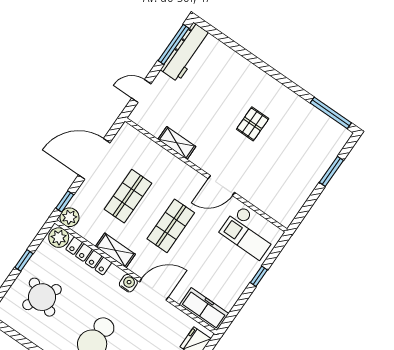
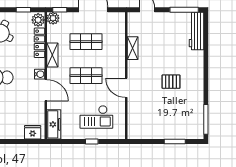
workbench: (186, 52) -> (196, 31), moved, turned 90
checkout: (249, 232) -> (96, 117), moved, turned -90
window: (24, 260) -> (23, 10), moved

